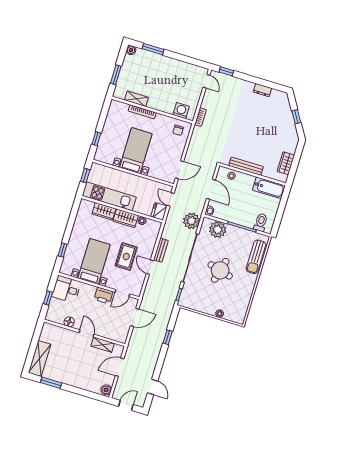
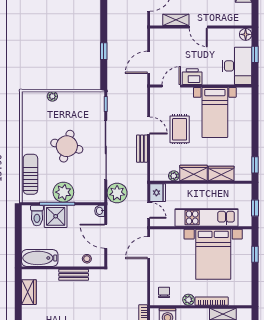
plant: (160, 118) -> (189, 300), added
bed with nightstands: (136, 151) -> (213, 254), width x1.36
bench: (246, 166) -> (74, 275), width x0.73
kitchen unit: (109, 196) -> (207, 218), moved, turned 180
shower: (246, 217) -> (56, 216), added
plant: (218, 230) -> (63, 192), moved
window: (63, 250) -> (255, 165), moved
desk: (66, 289) -> (237, 66), width x1.37
floor lamp: (69, 322) -> (246, 34), moved

